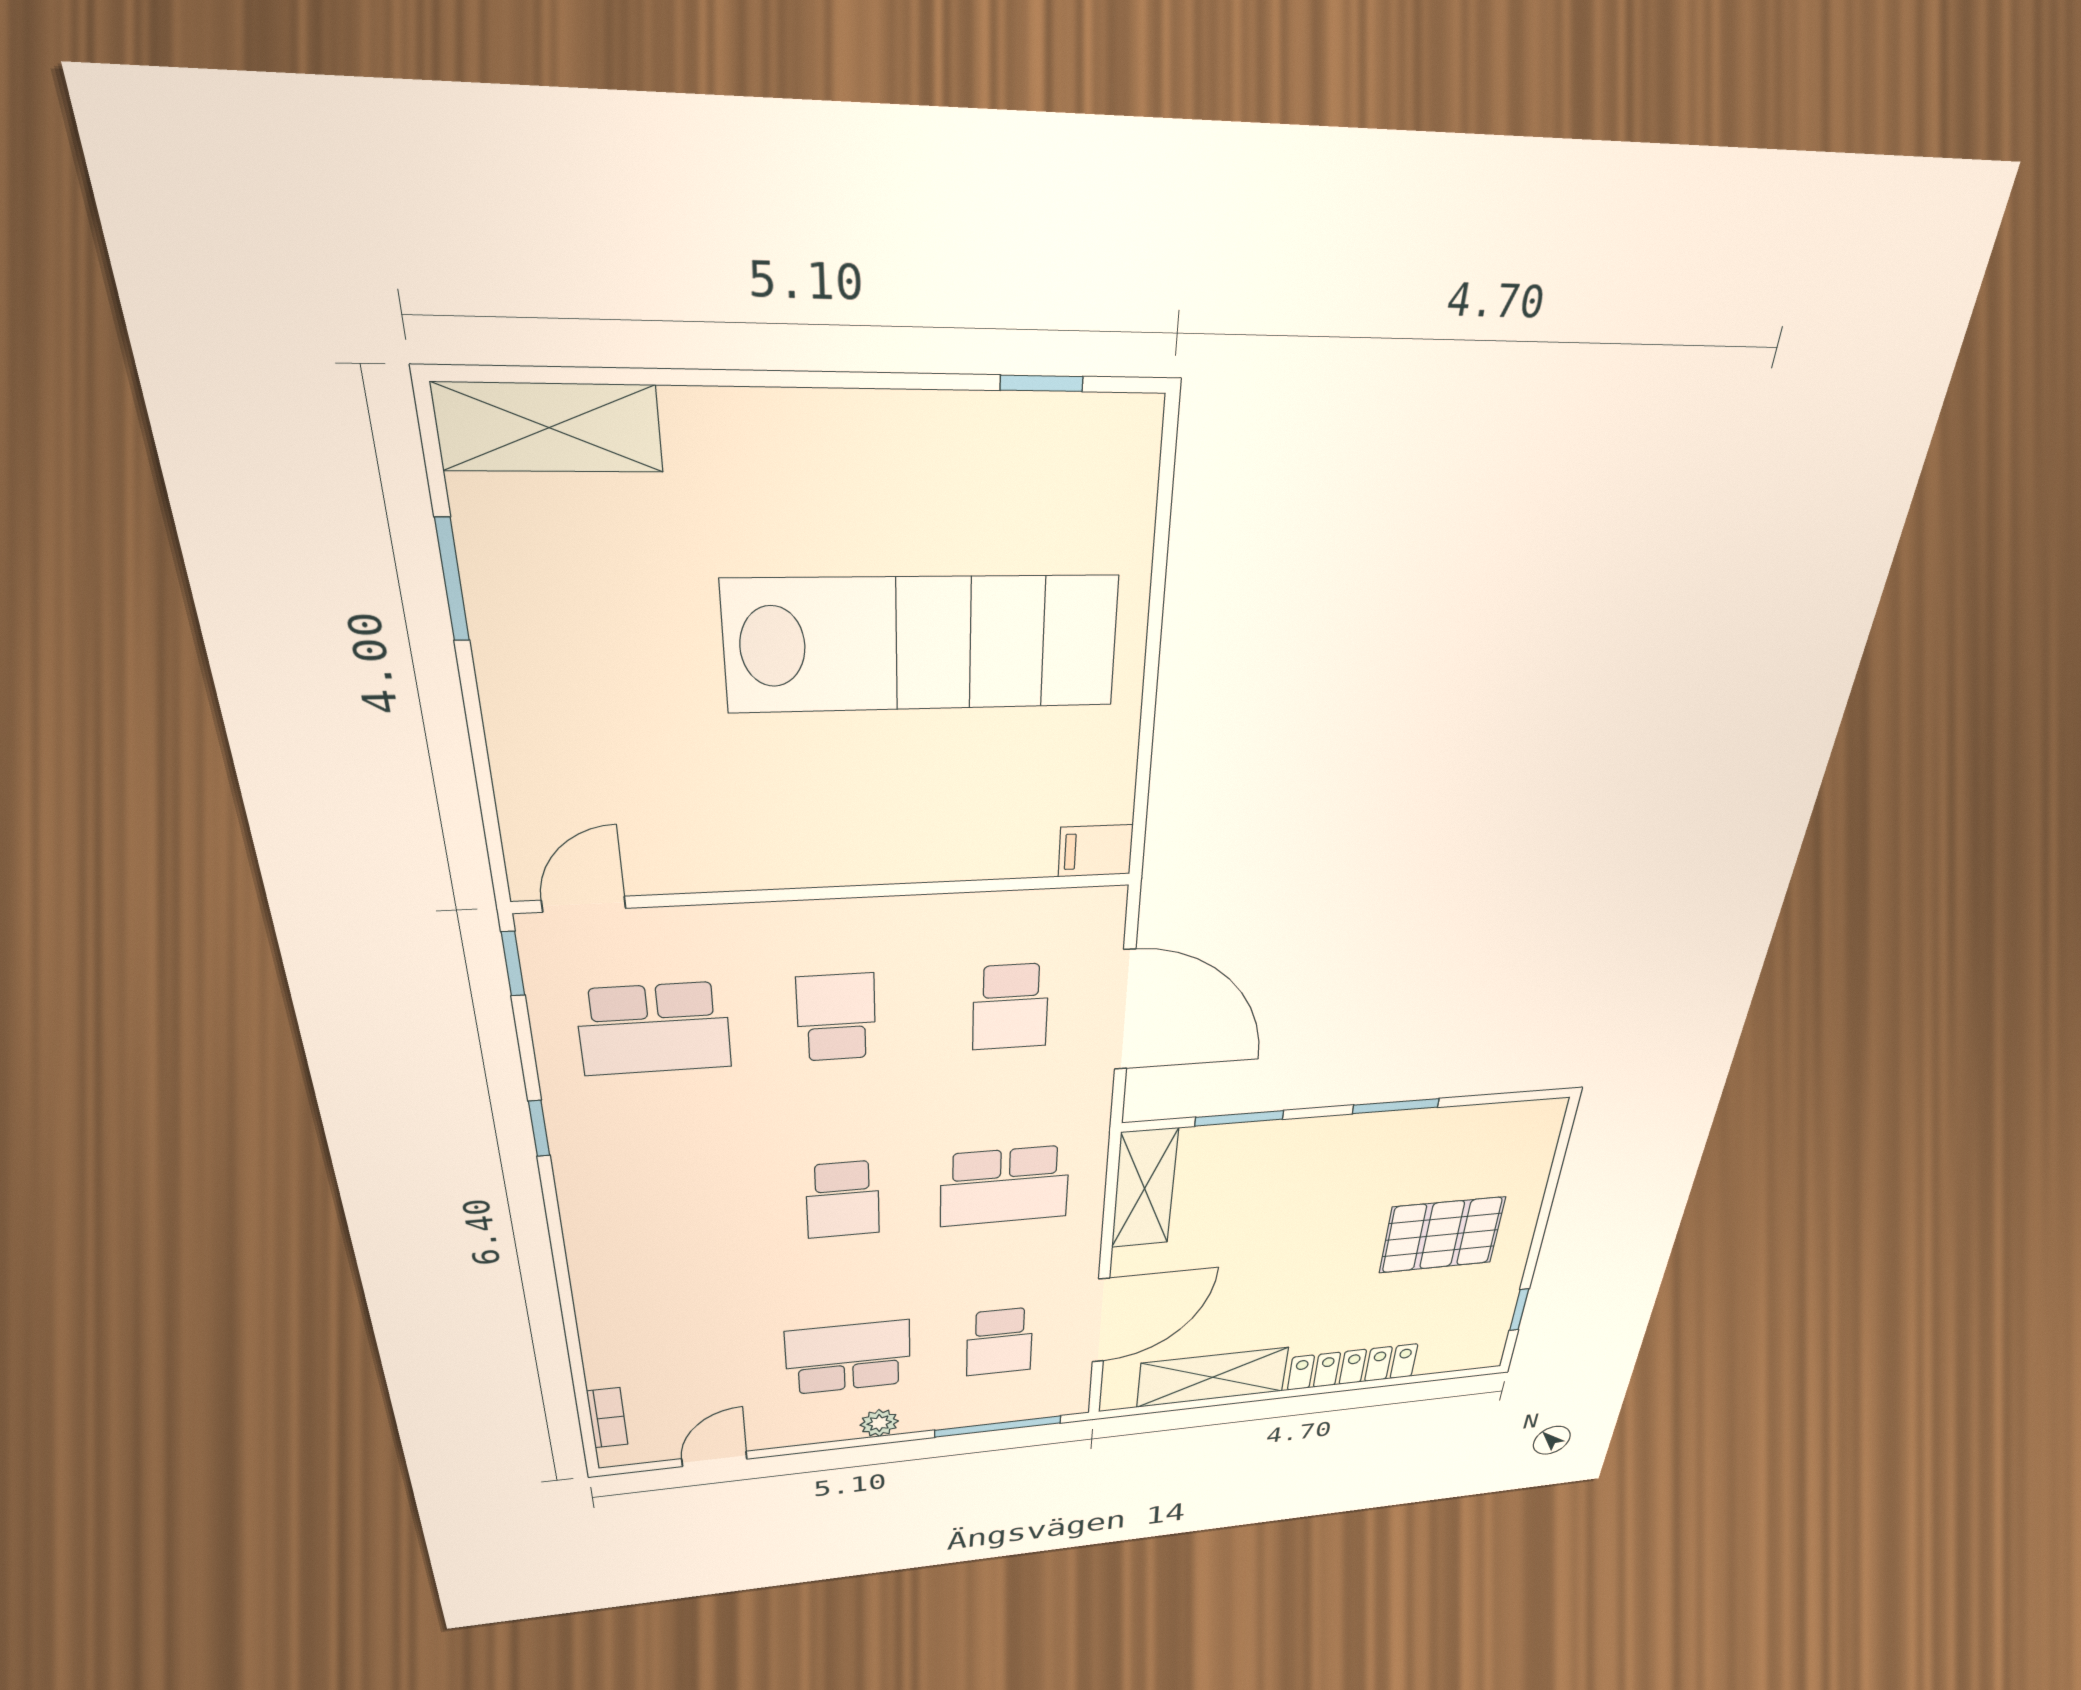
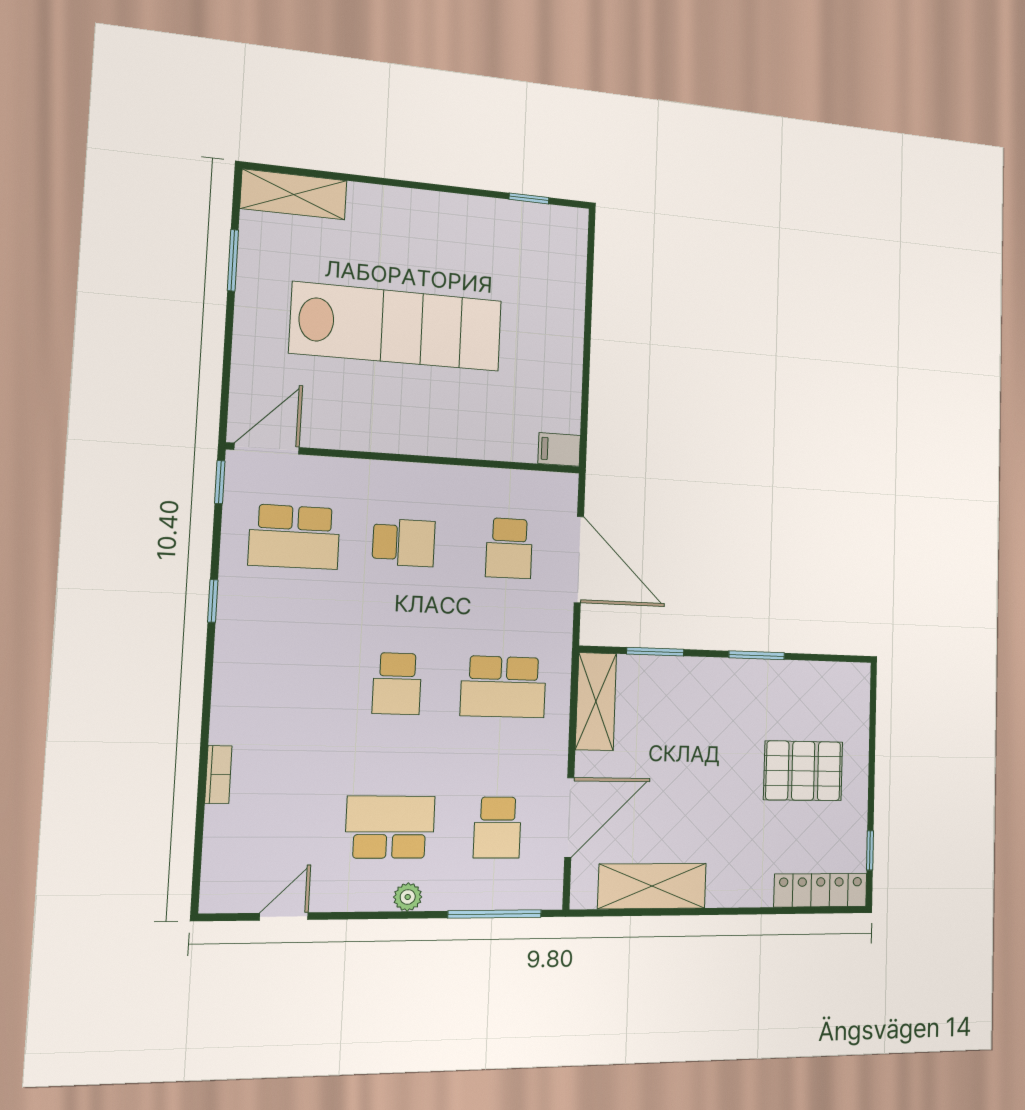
lab bench: (924, 644) -> (397, 327), moved
door: (584, 904) -> (267, 449), width x1.37
school desk: (836, 1017) -> (404, 543), turned 90
locker: (1353, 1367) -> (821, 890), moved
bookcase: (607, 1418) -> (218, 775), moved

